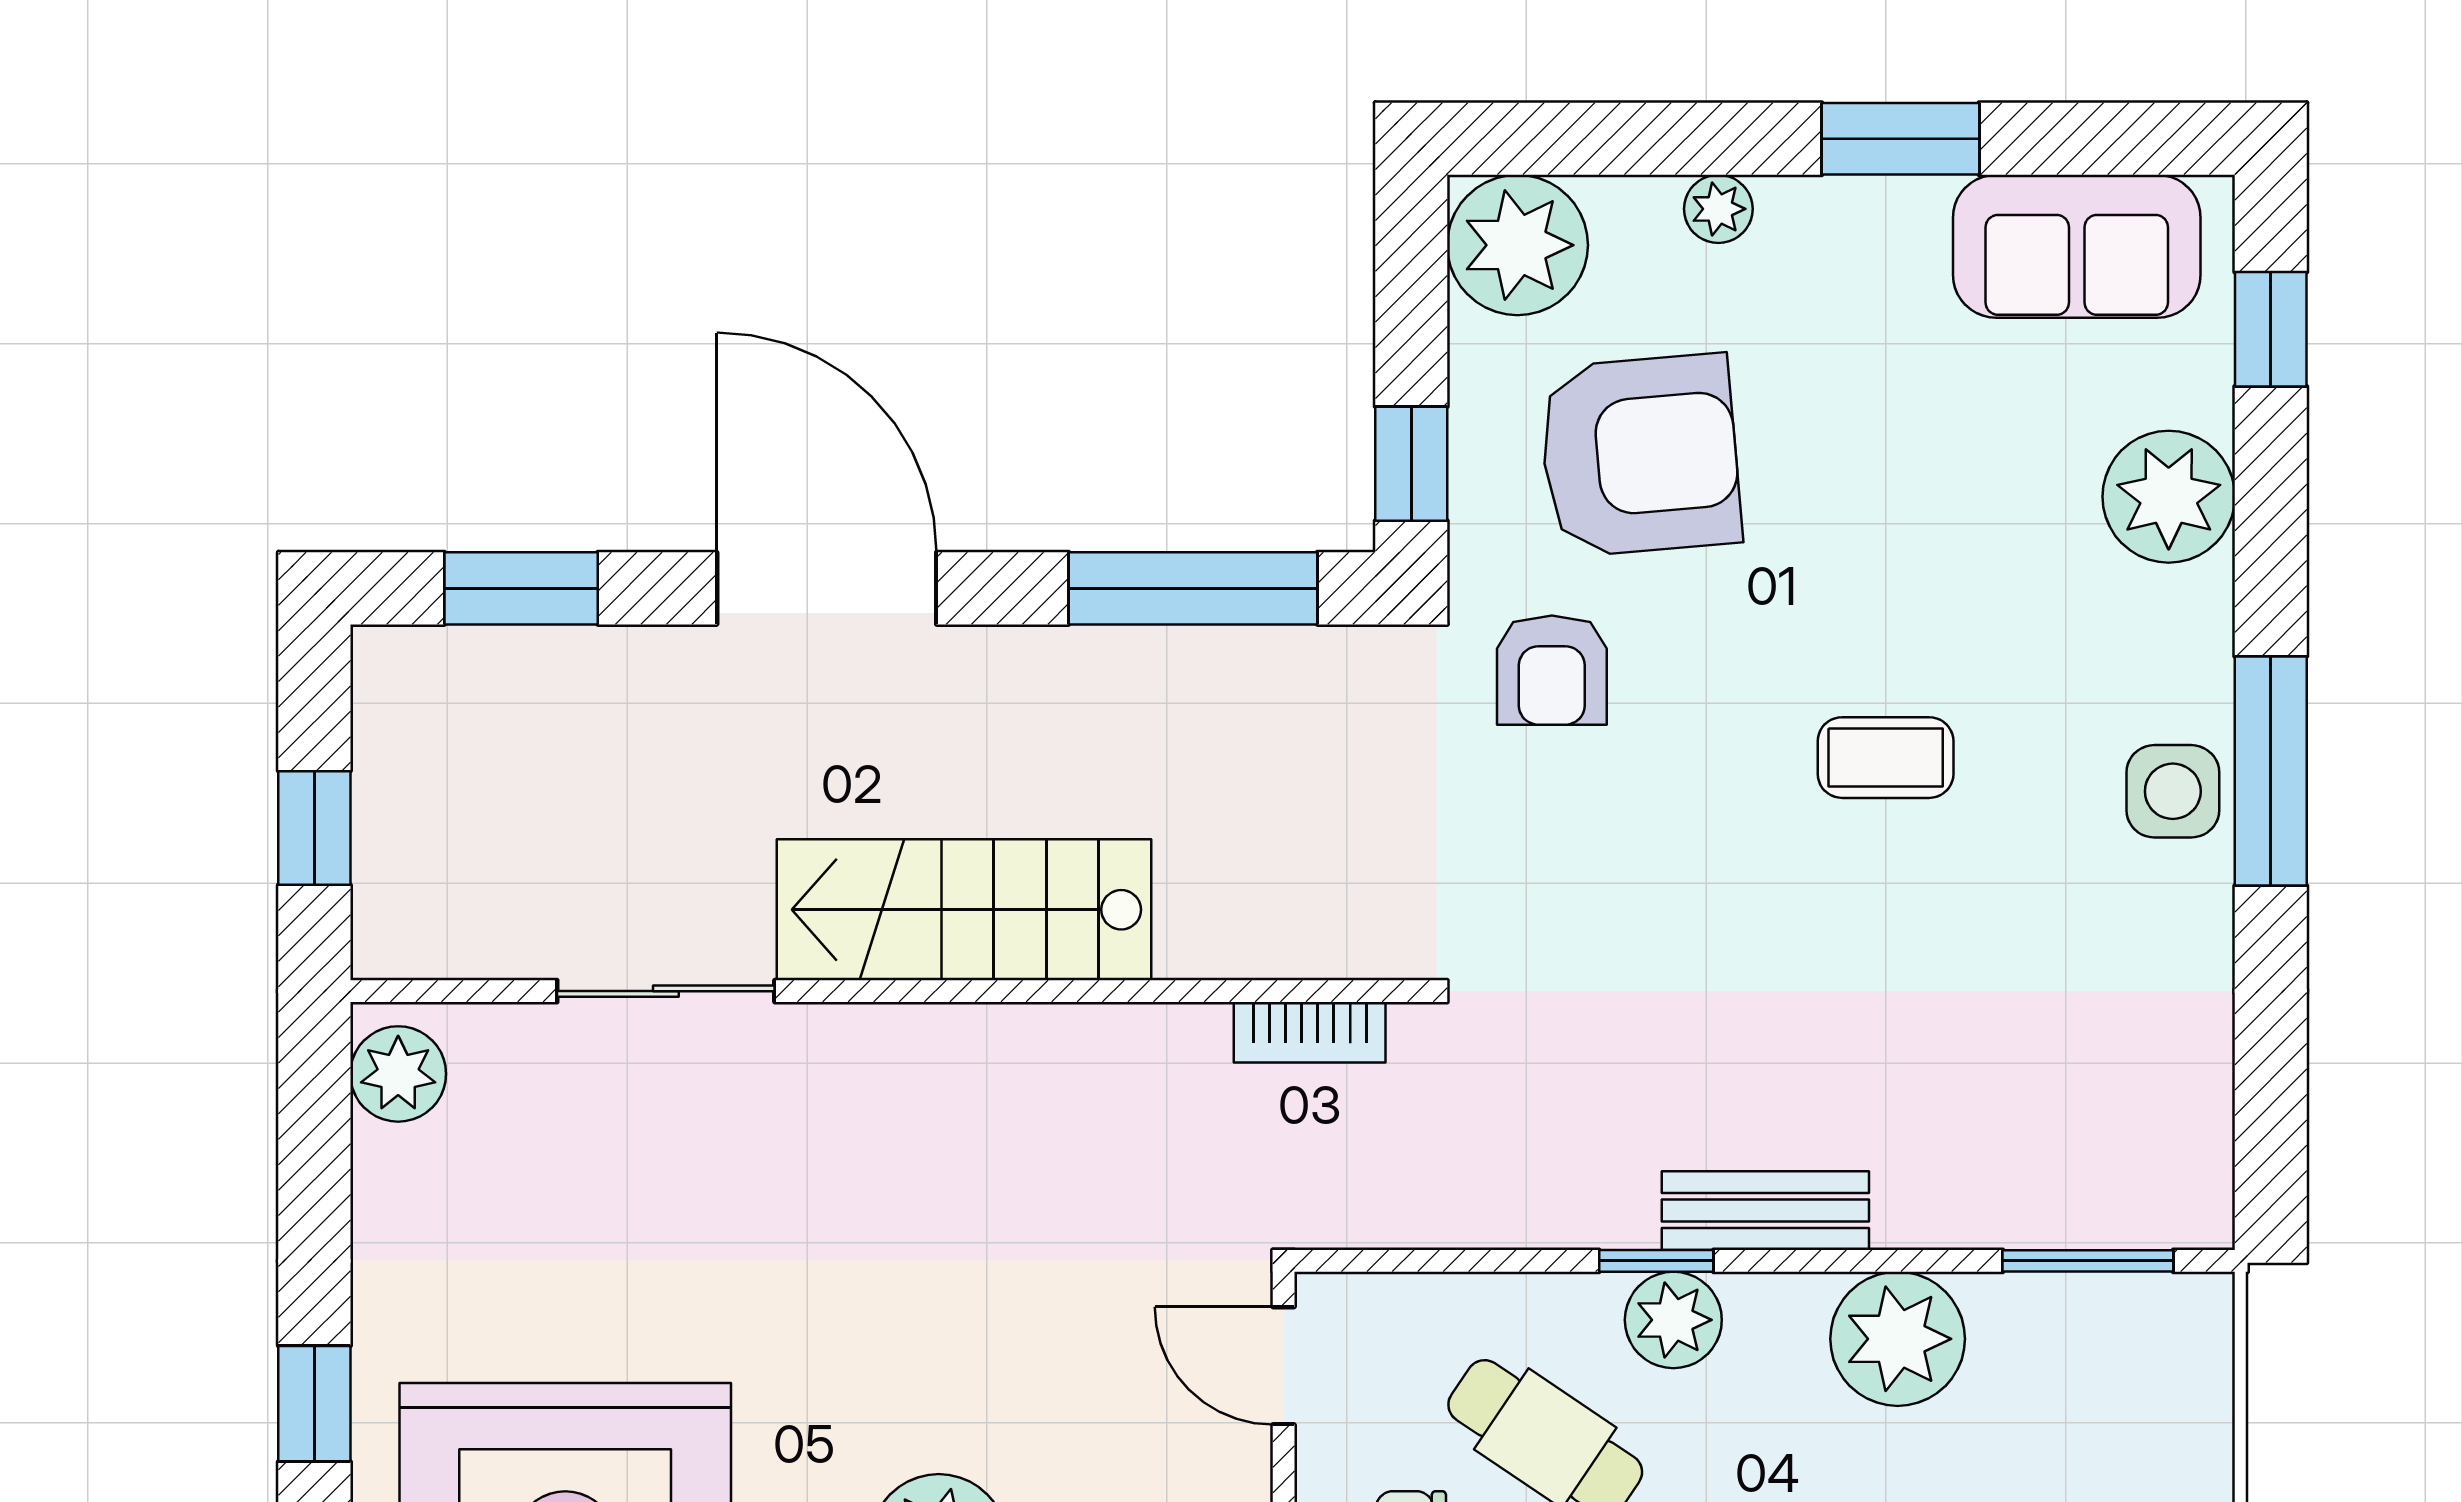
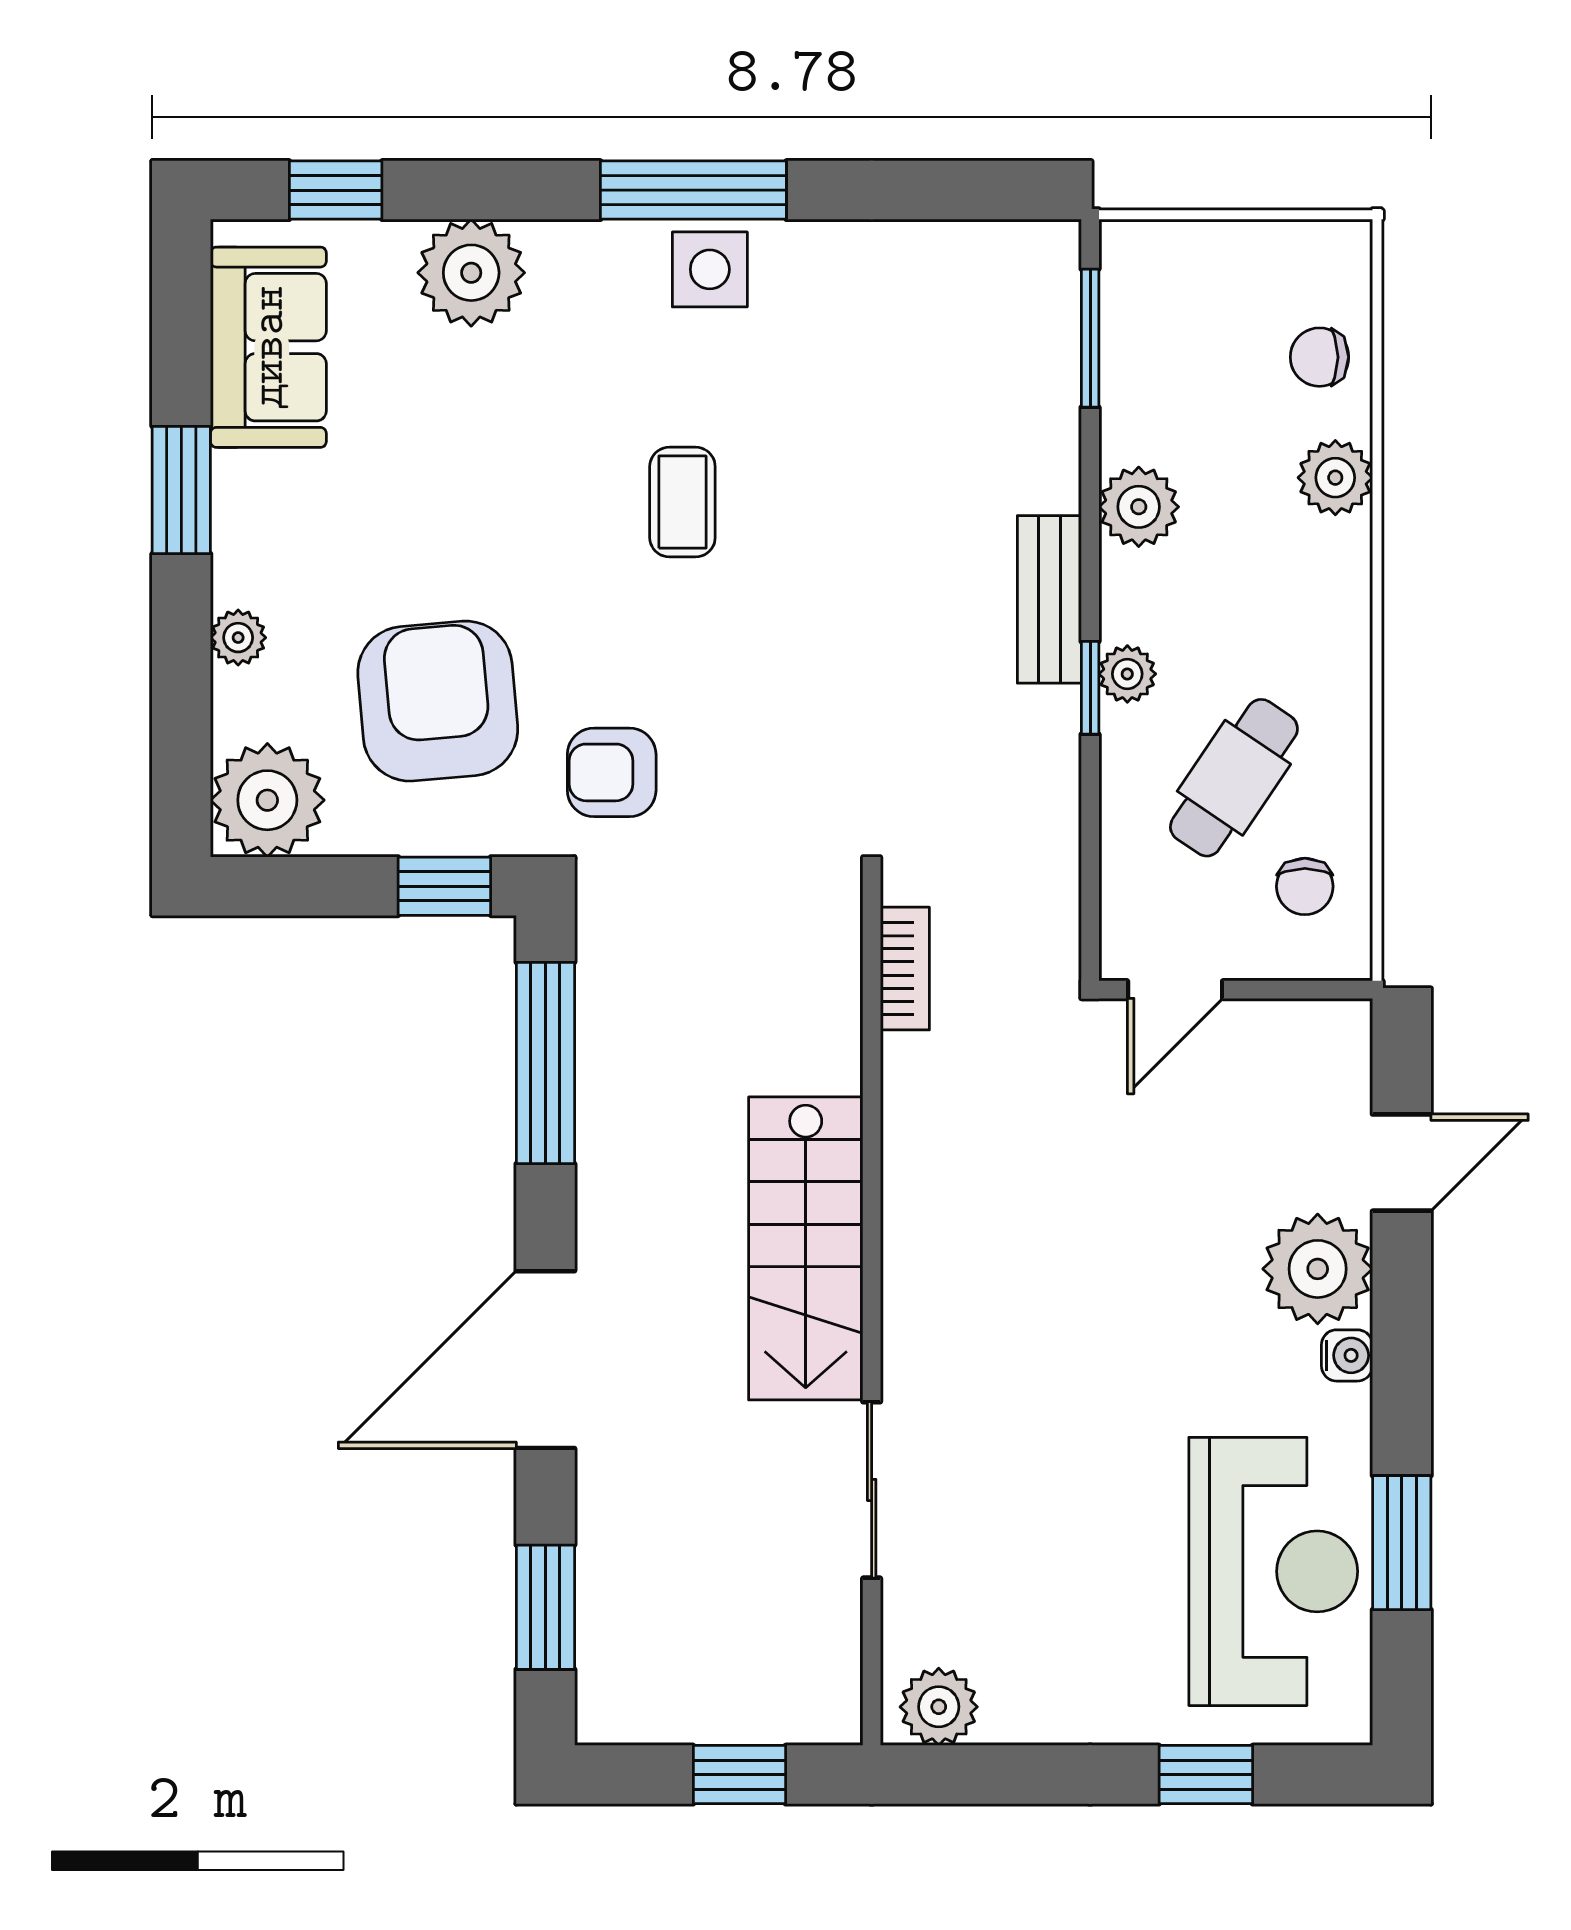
armchair: (1552, 670) -> (612, 772), turned 180
plant: (1673, 1320) -> (1127, 674), width x0.73, depth x0.73
plant: (1898, 1339) -> (1139, 507), width x0.73, depth x0.73

